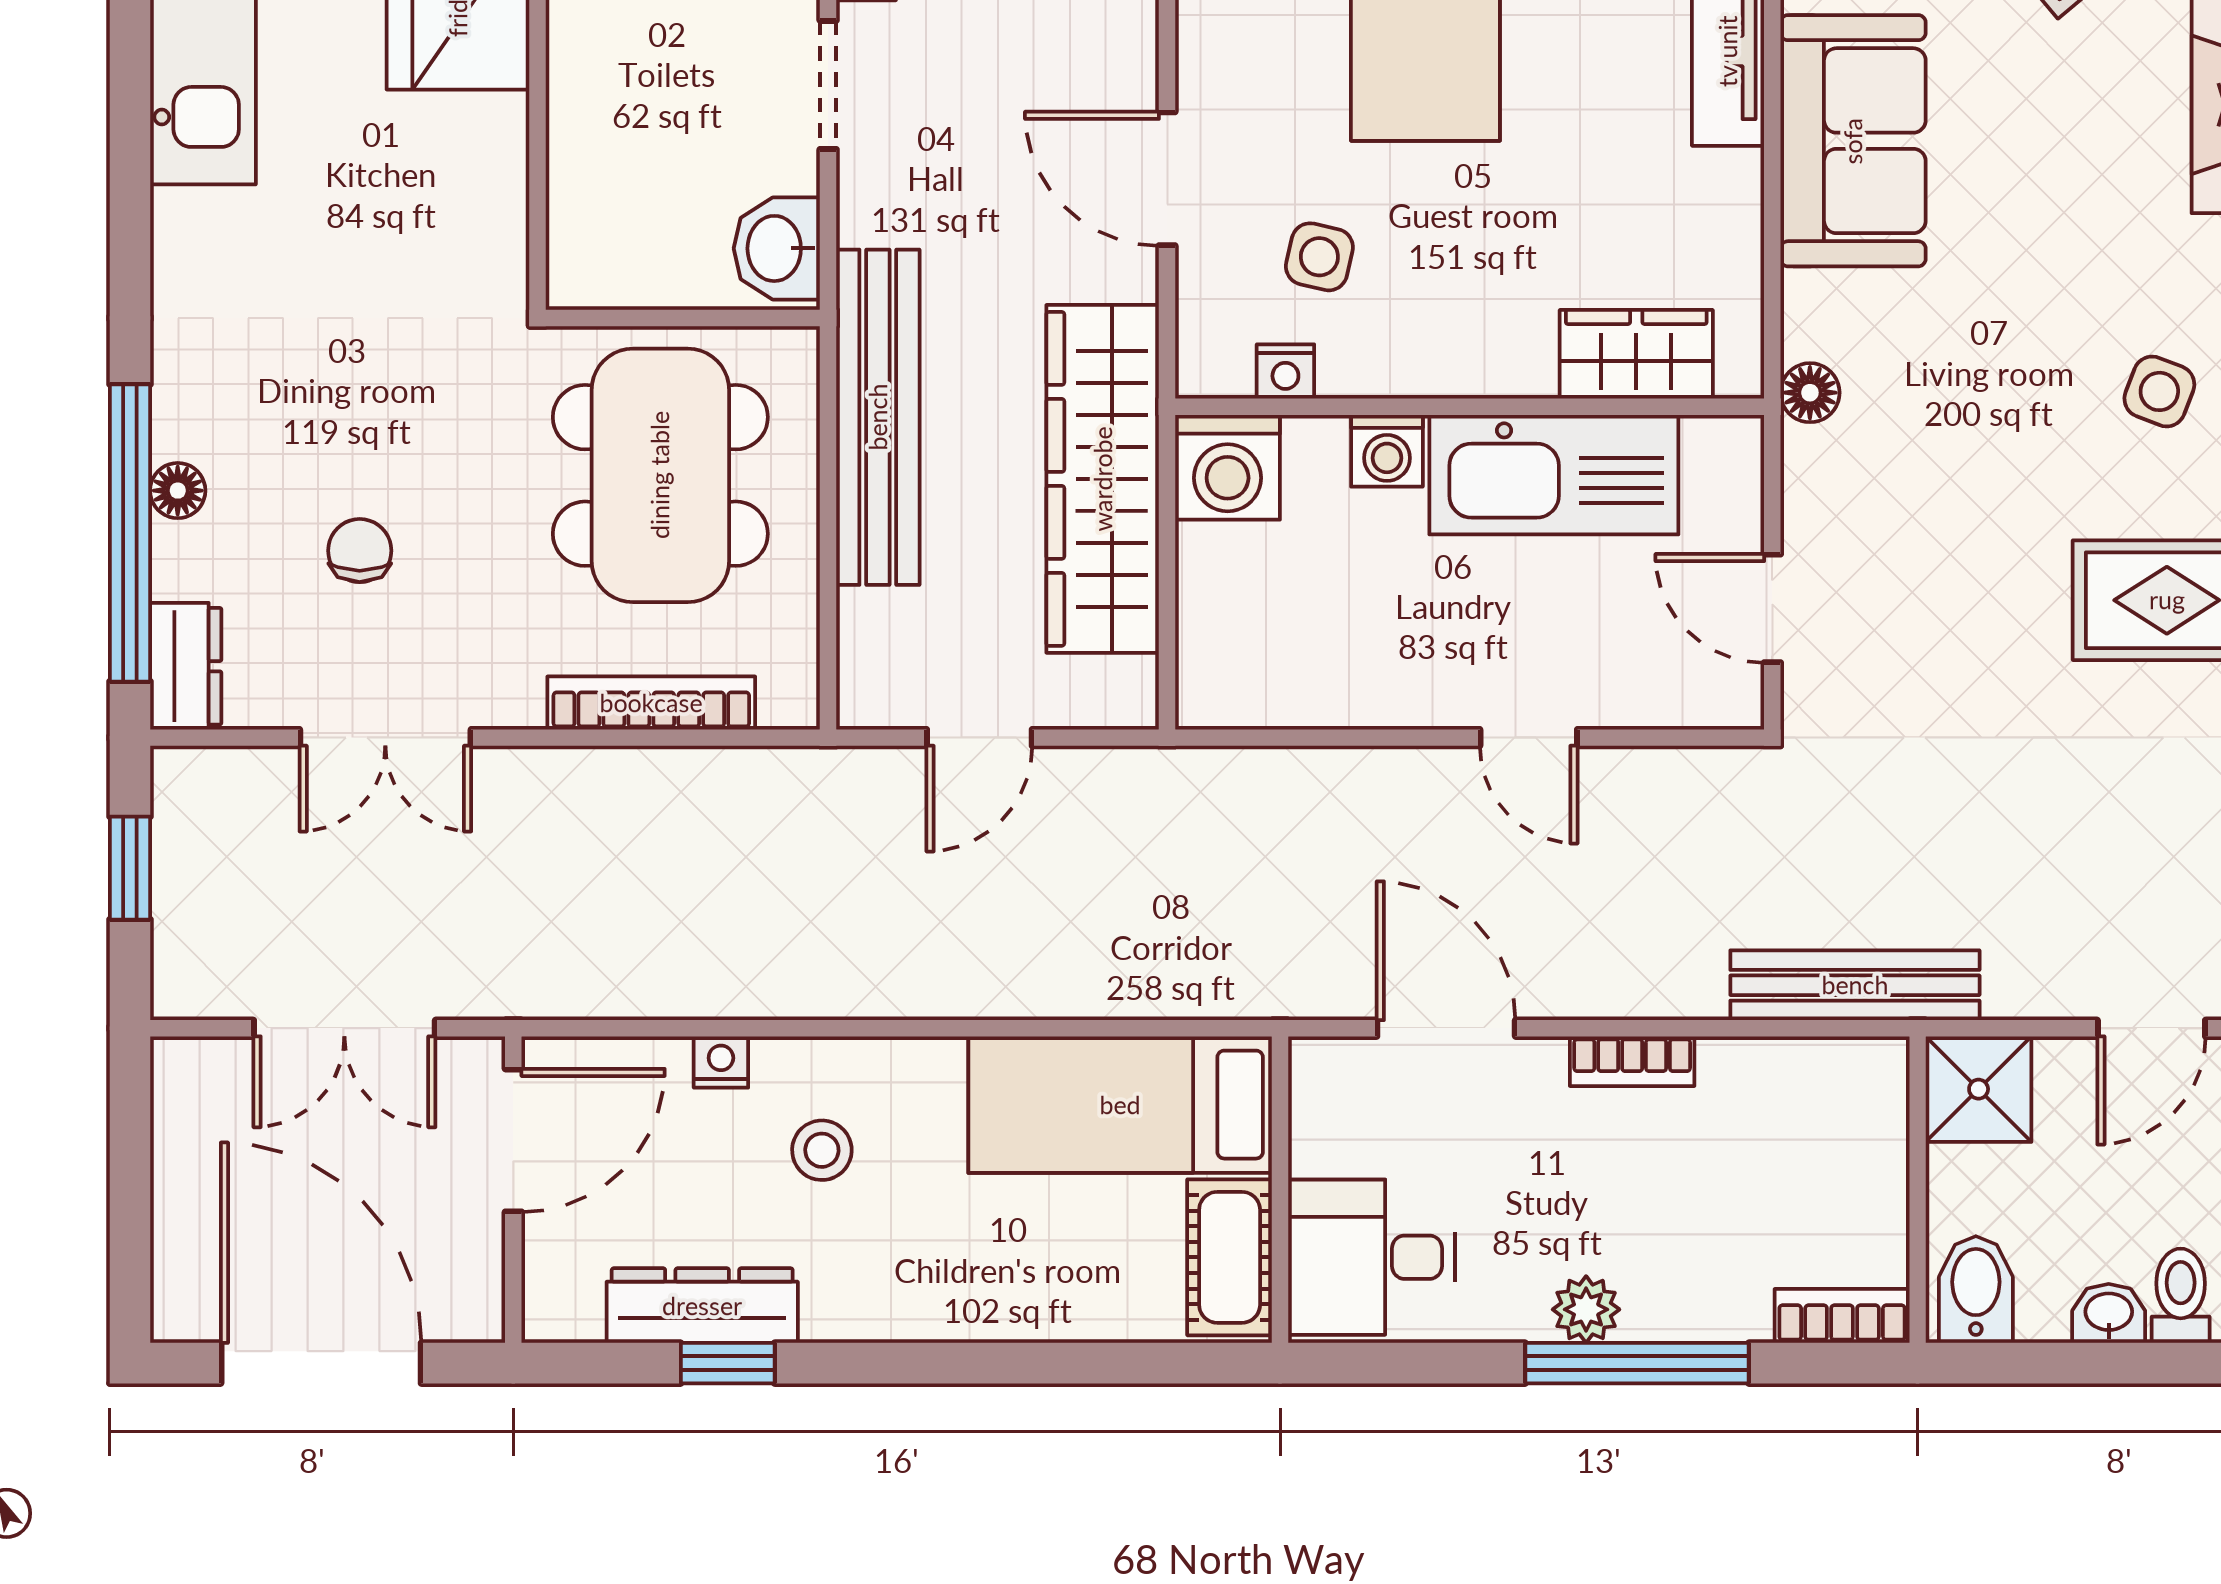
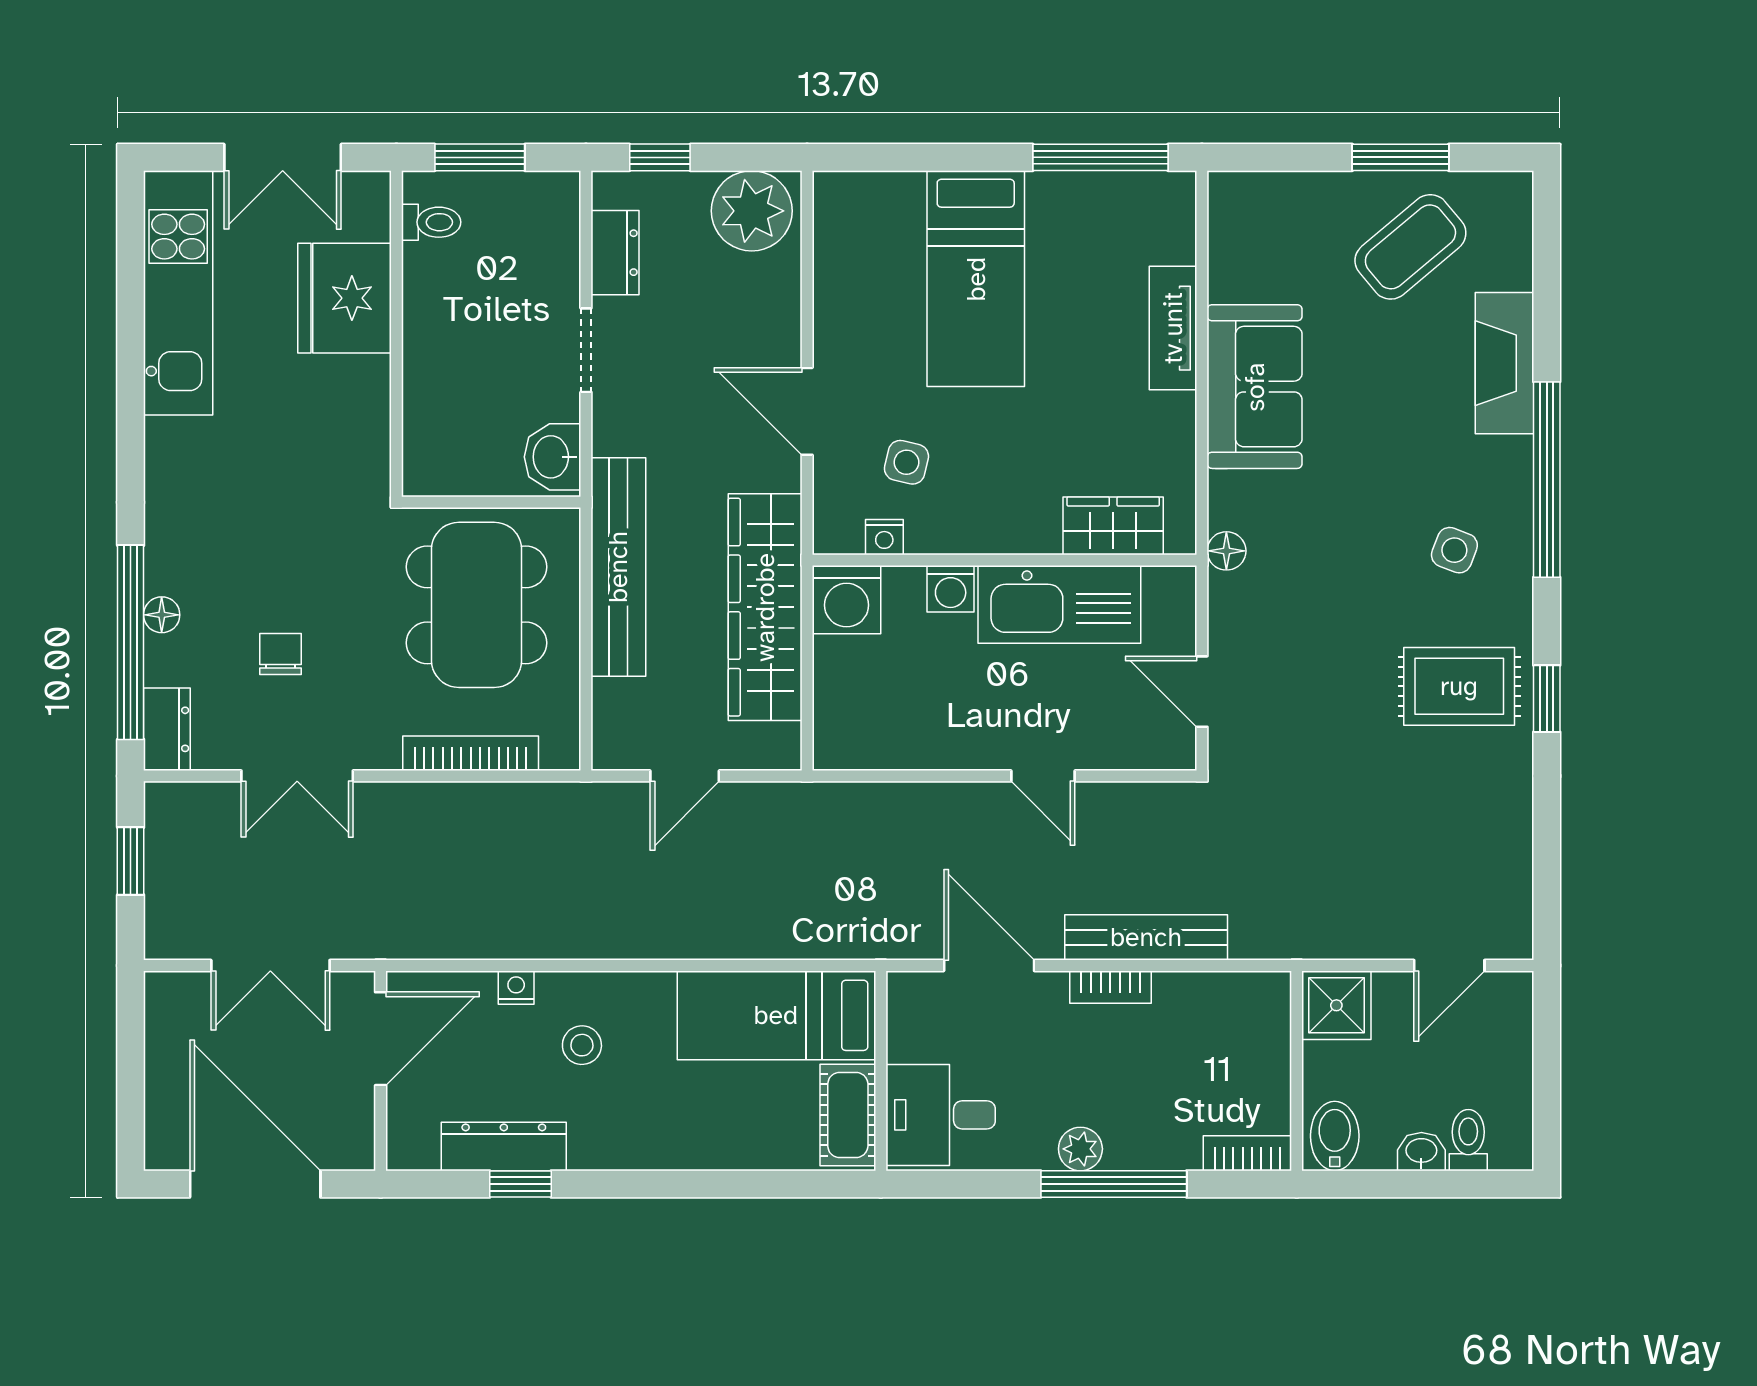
bench: (1855, 985) -> (1146, 937), moved

